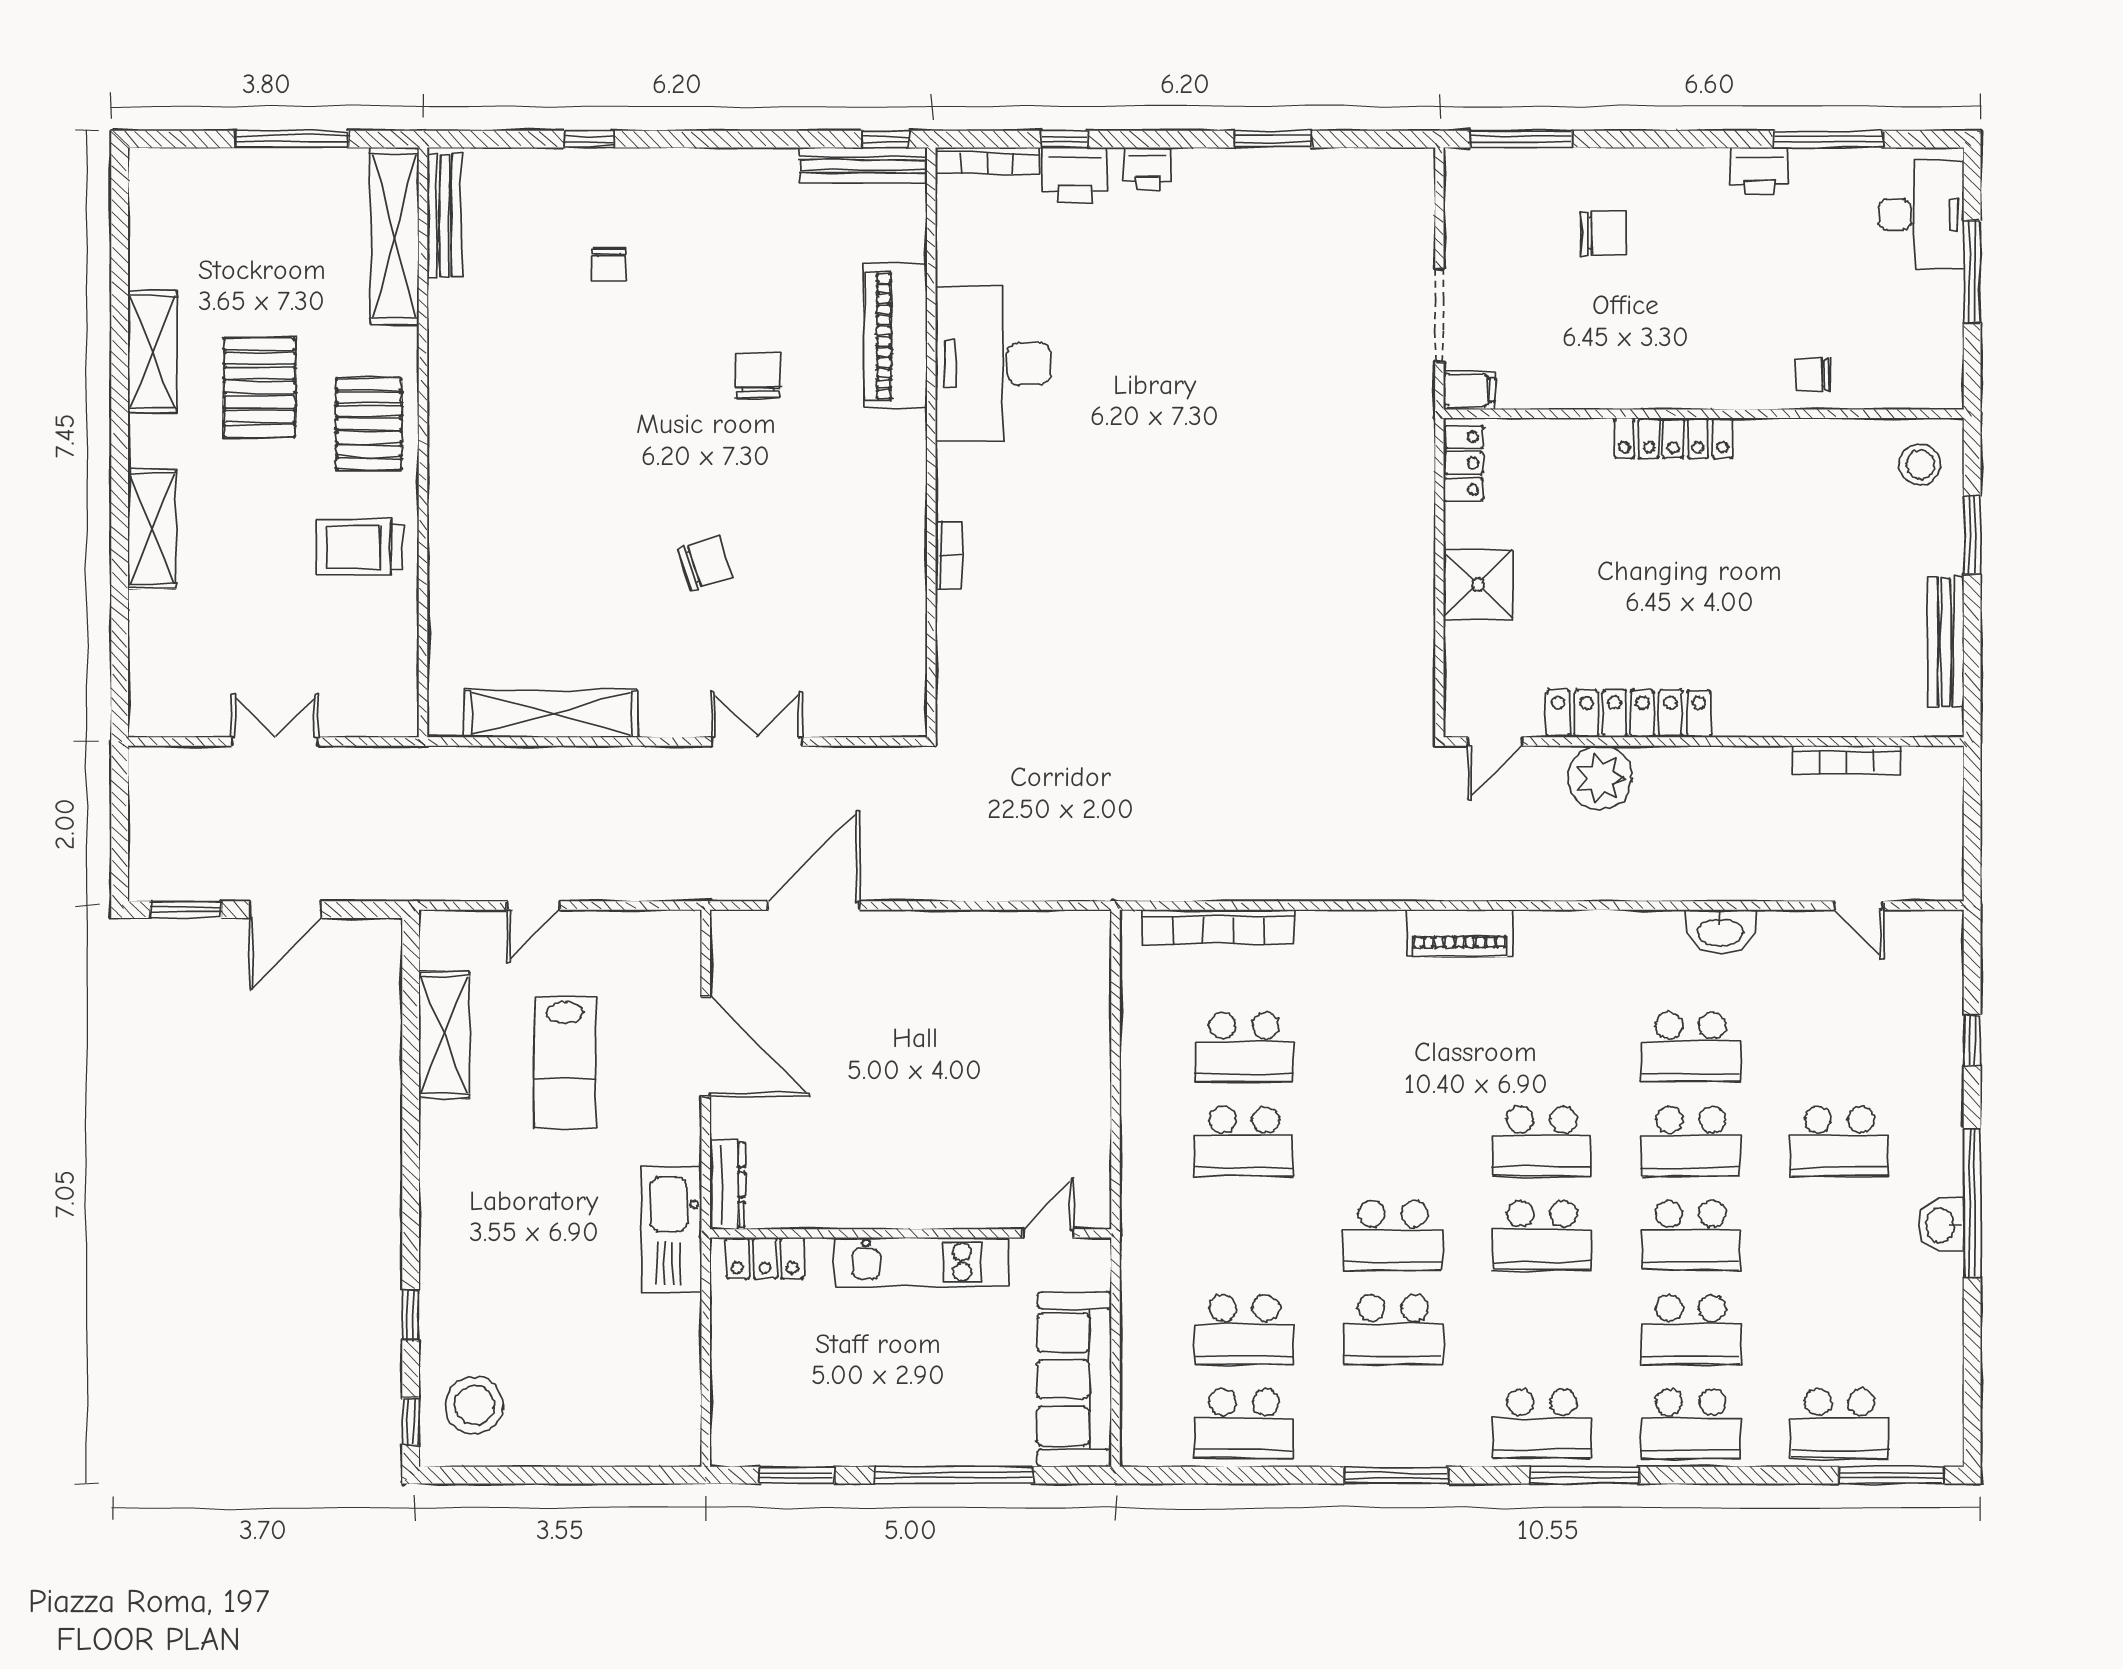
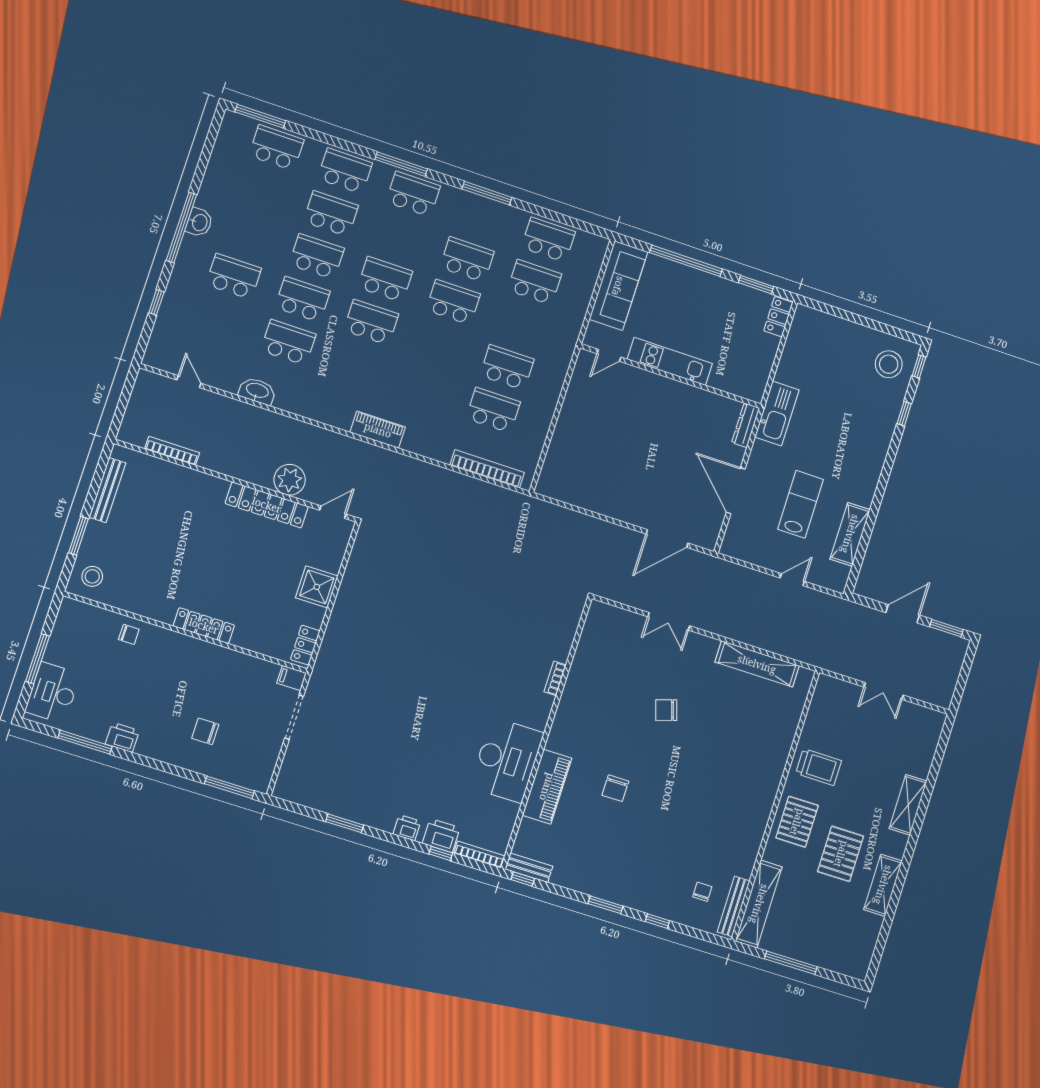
window: (704, 139) -> (605, 905), added
bench: (863, 165) -> (529, 868), width x0.73
chair: (609, 265) -> (702, 892), moved
locker: (765, 1258) -> (778, 317), moved, turned -90

